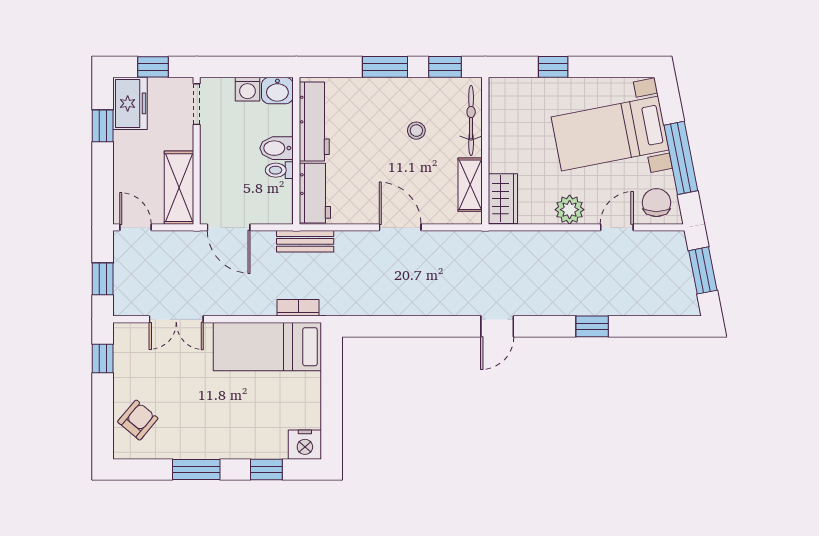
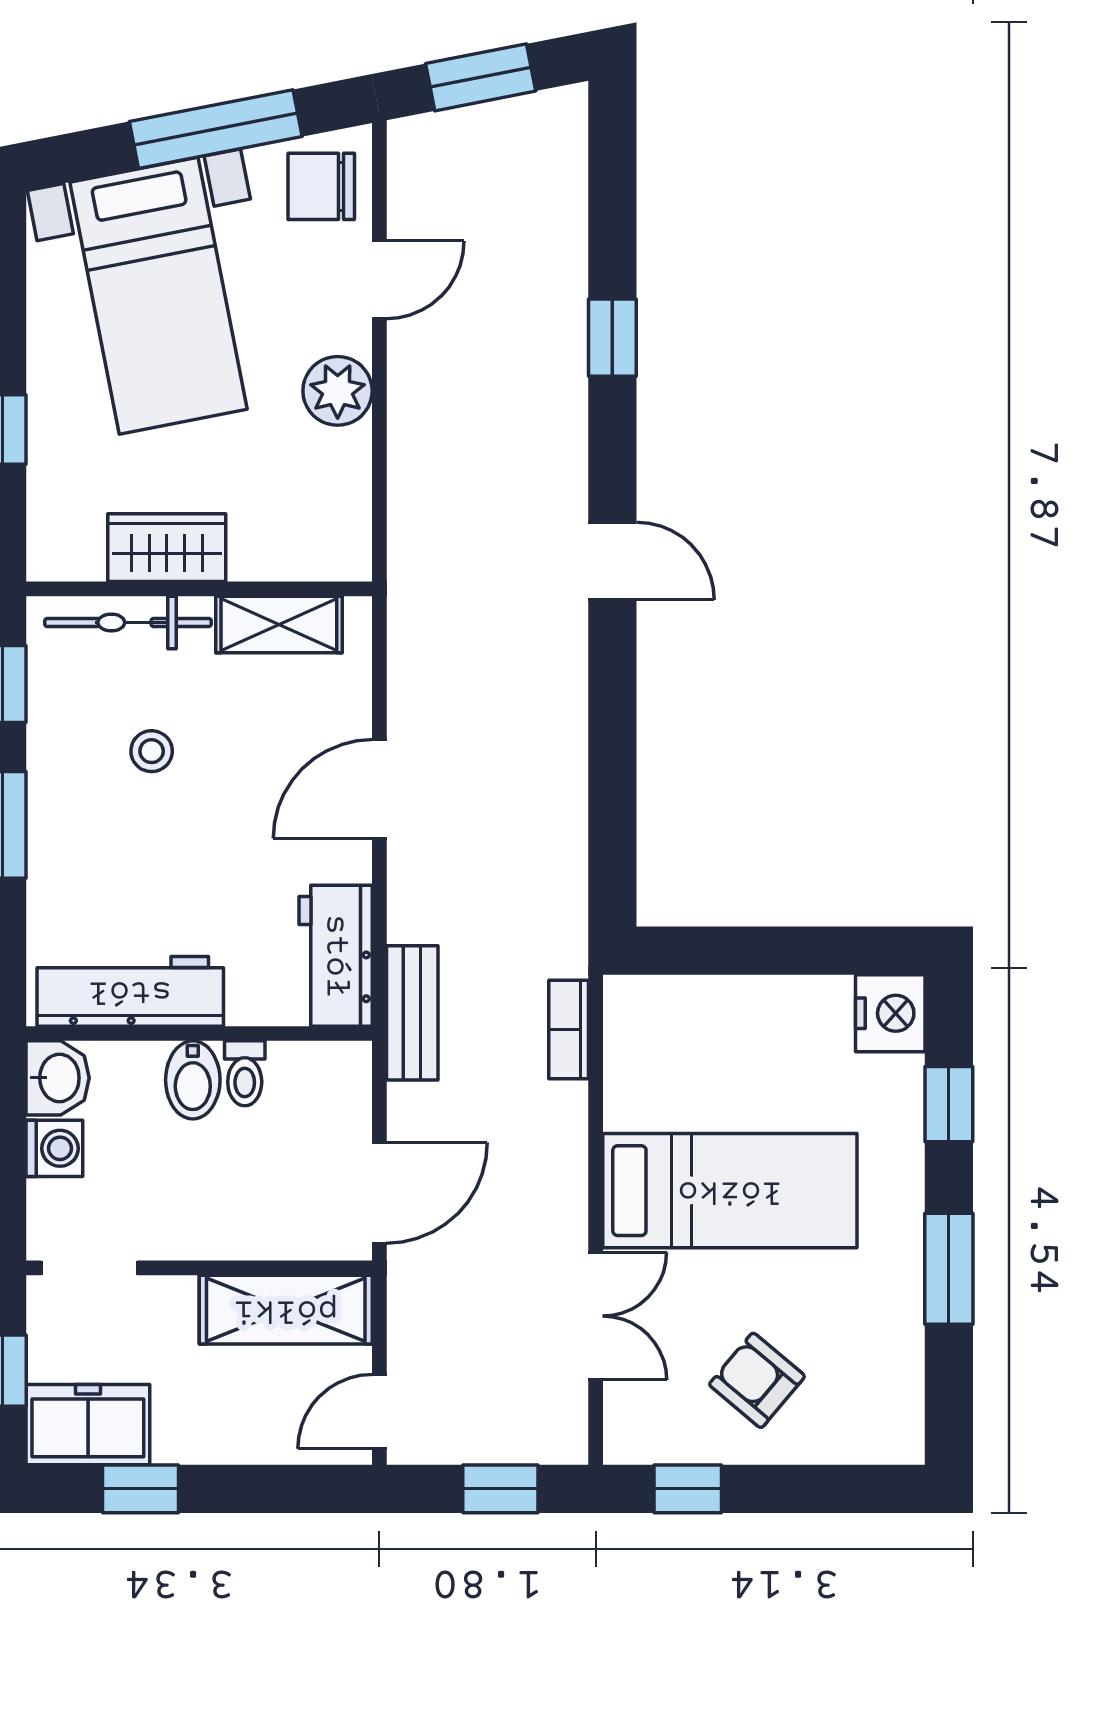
workbench: (315, 193) -> (336, 956), moved, turned -90
wardrobe: (503, 199) -> (167, 548), moved
door: (617, 227) -> (379, 280), swing flipped
bed: (267, 347) -> (730, 1191), moved, turned -90
armchair: (138, 420) -> (757, 1380), moved

